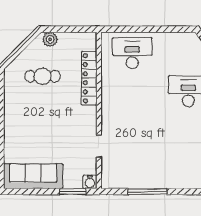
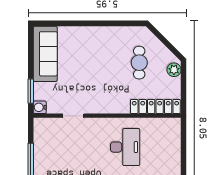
desk: (132, 53) -> (125, 147), moved
locker: (89, 78) -> (155, 106), moved

